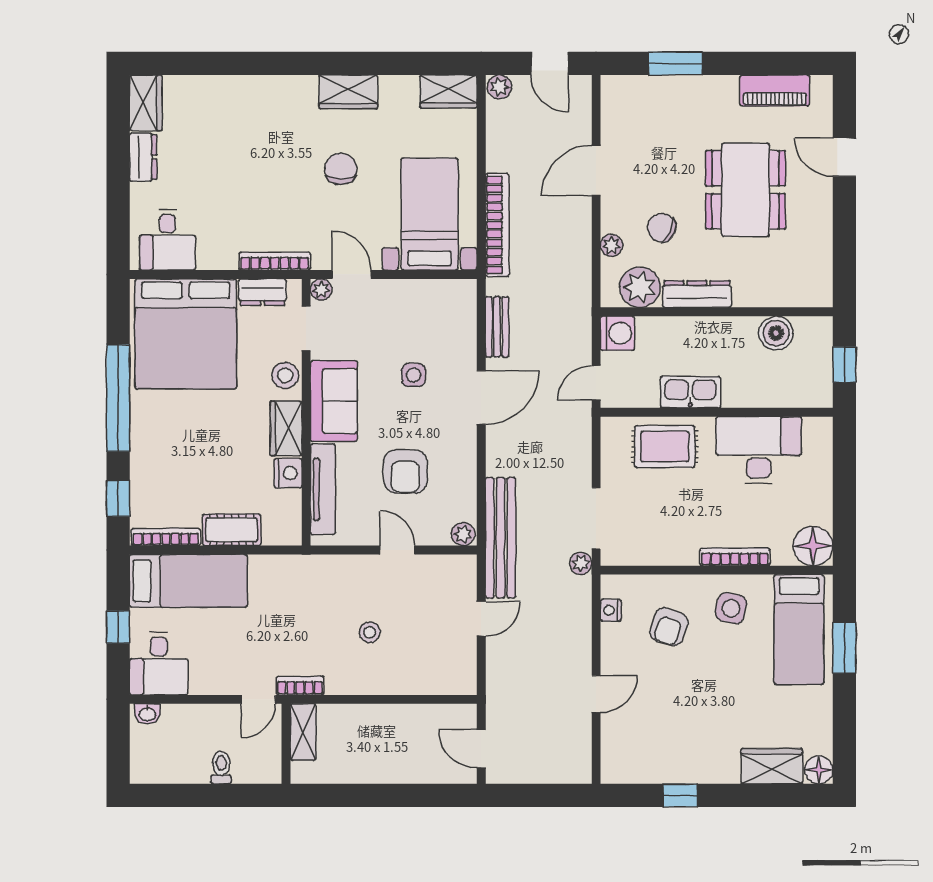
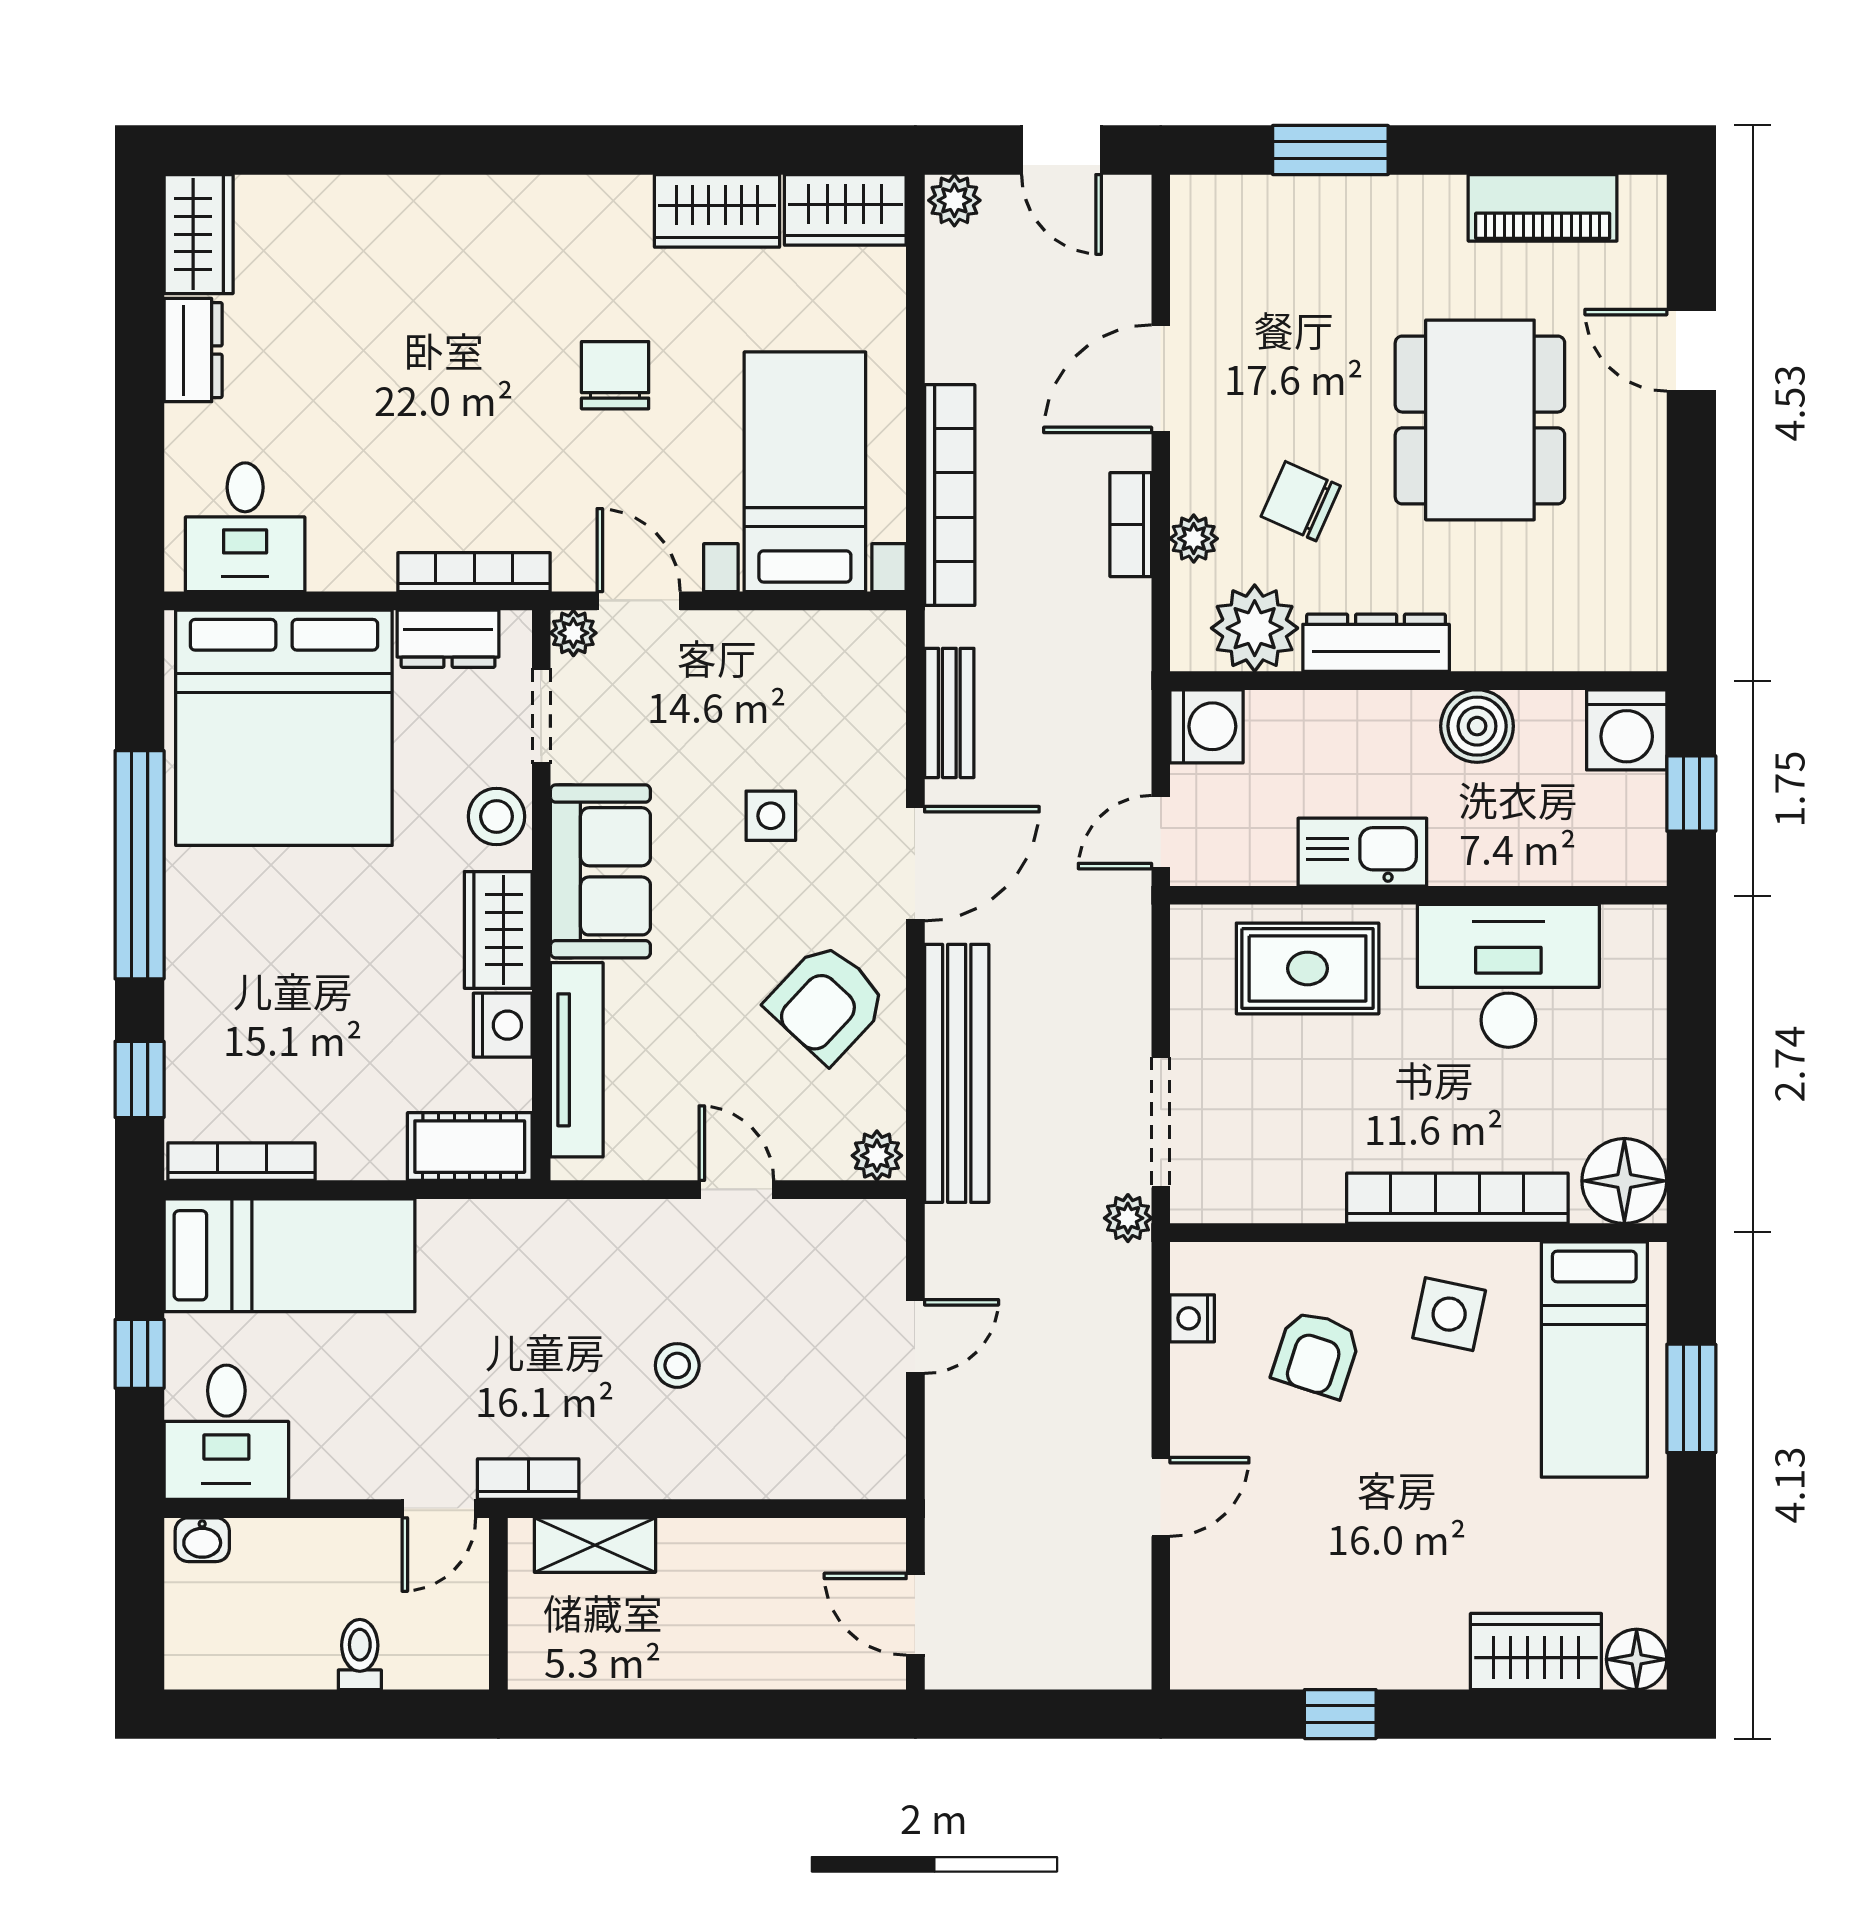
wardrobe: (348, 92) -> (717, 211), moved
bookcase: (582, 239) -> (1131, 525), added
boiler: (776, 333) -> (1477, 726), moved
washing machine: (814, 335) -> (1627, 730), added
armchair: (405, 471) -> (827, 1003), moved, turned 43
cot: (232, 530) -> (470, 1147), moved
bench: (501, 538) -> (957, 1073), moved
bookcase: (735, 557) -> (1457, 1198), width x1.48, depth x1.31
shelving: (303, 732) -> (595, 1545), moved, turned 90

